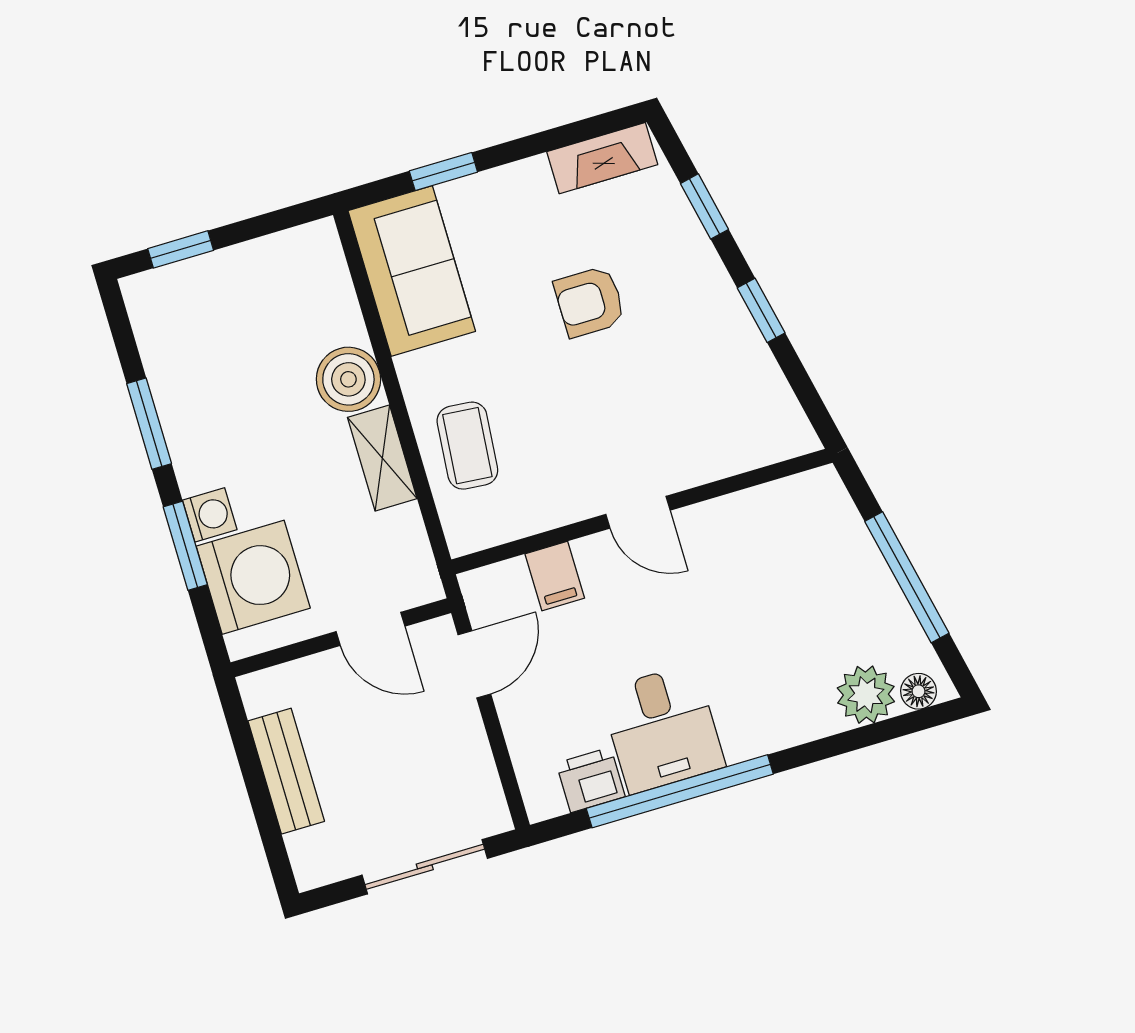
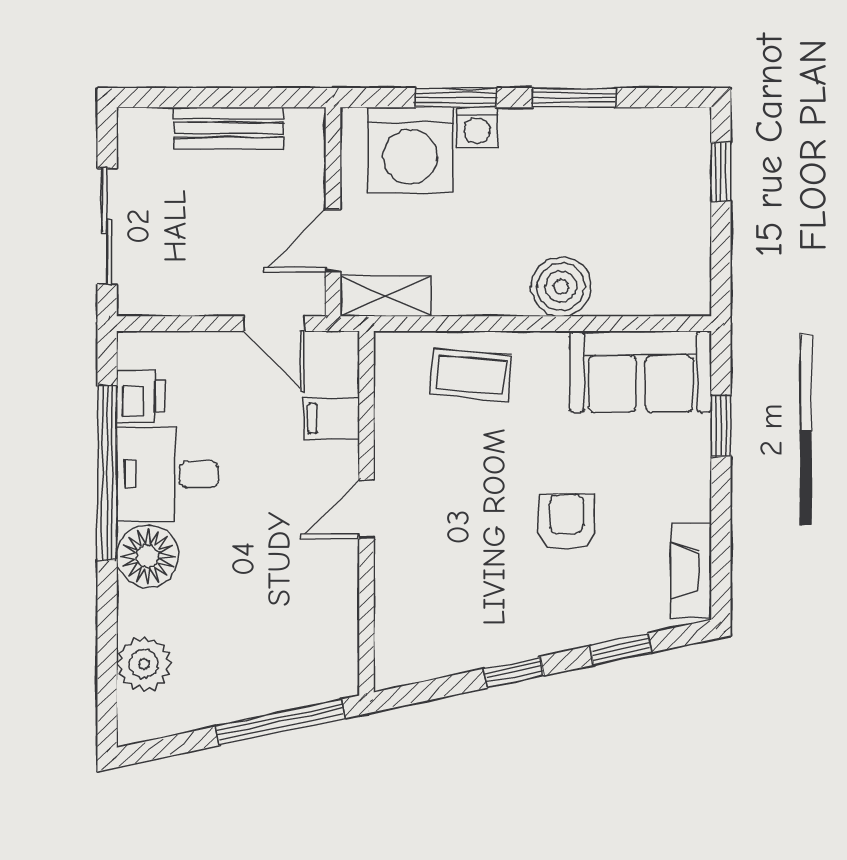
shelving: (382, 458) -> (386, 296), moved
window: (907, 577) -> (280, 722), moved
floor lamp: (918, 691) -> (148, 556), moved, width x1.89, depth x1.89

